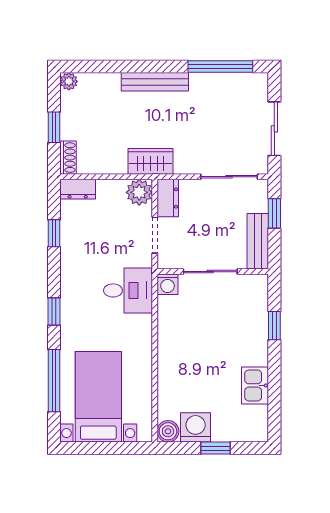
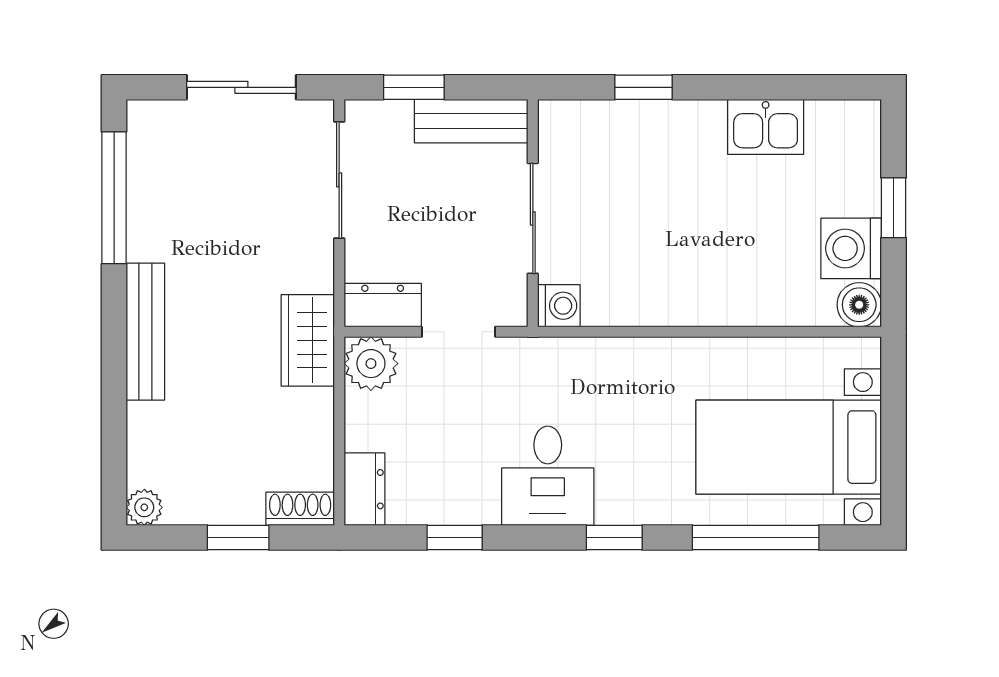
desk: (128, 290) -> (548, 476), moved, turned 180

